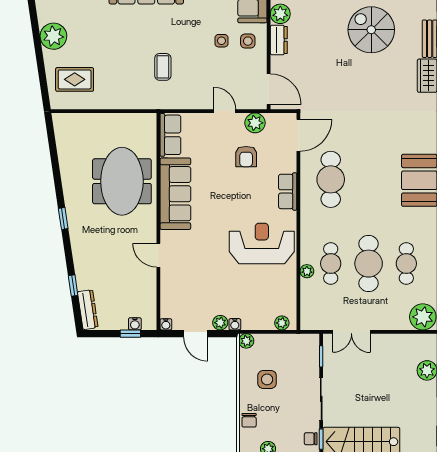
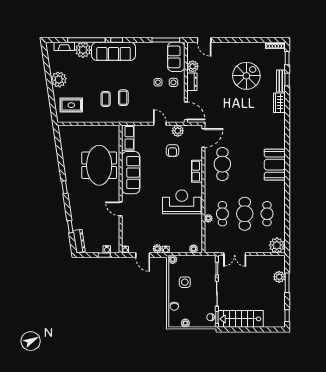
spiral stairs: (371, 30) -> (246, 76), turned 90
coffee table: (133, 69) -> (106, 99), added

